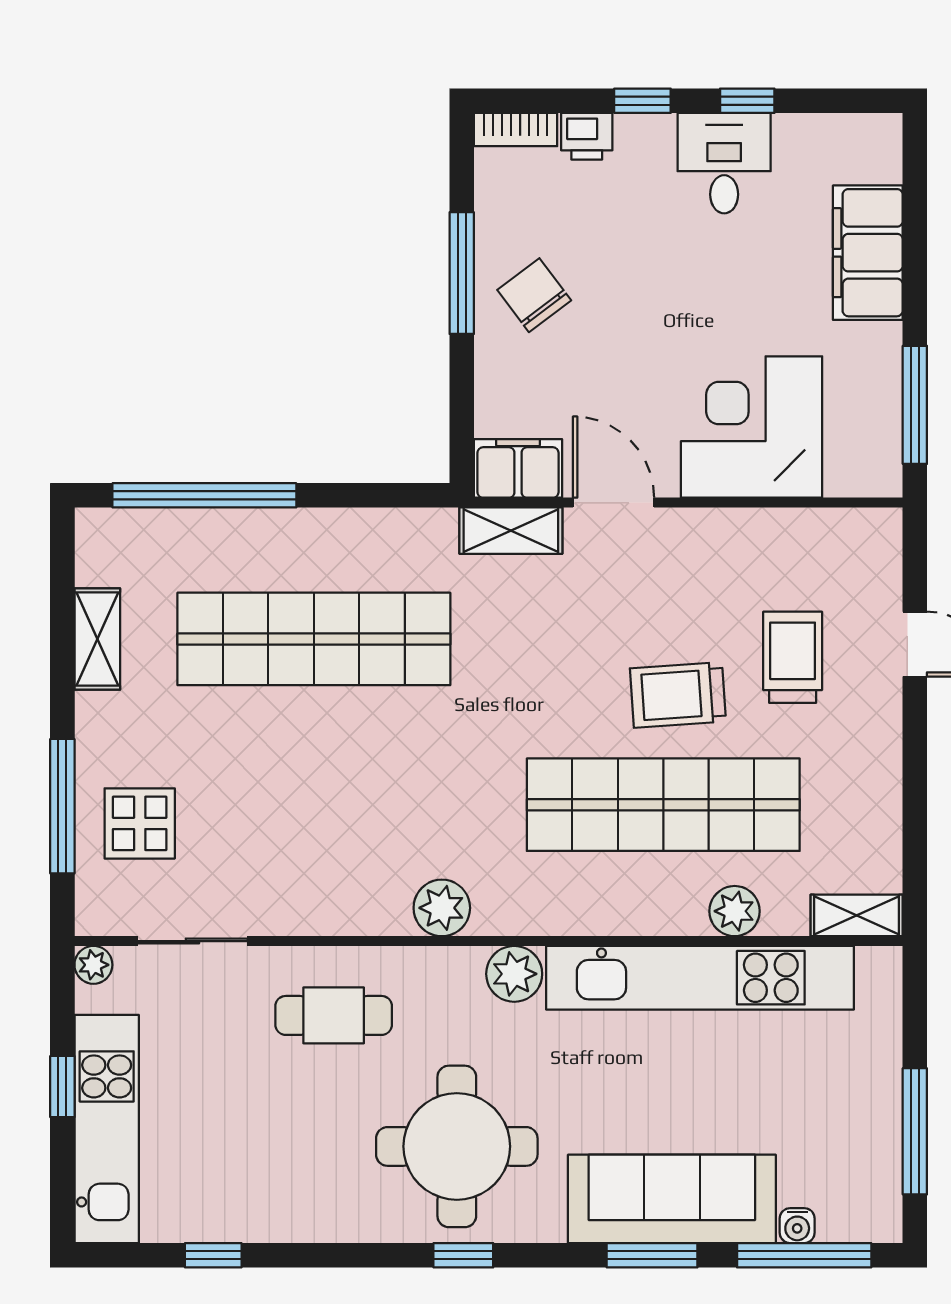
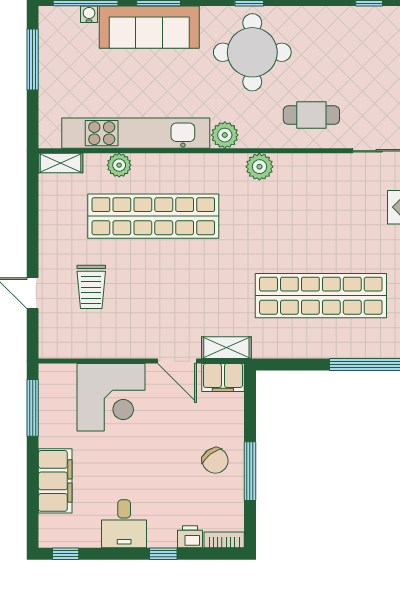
window: (747, 101) -> (66, 554), moved
trolley: (678, 695) -> (146, 269), removed

